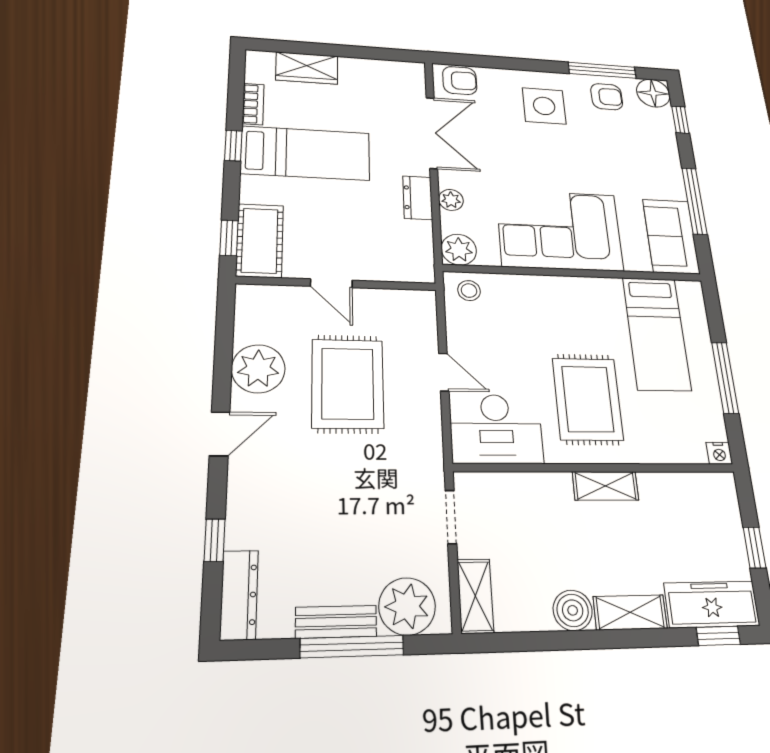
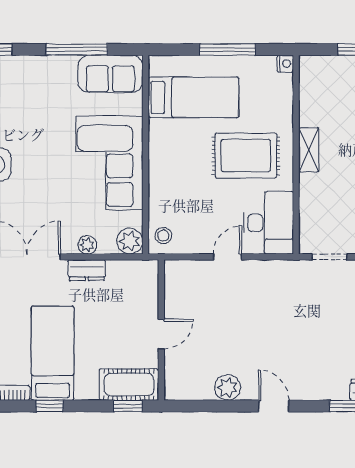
plant: (258, 369) -> (228, 387), width x0.73, depth x0.73
rug: (348, 384) -> (237, 323), removed

